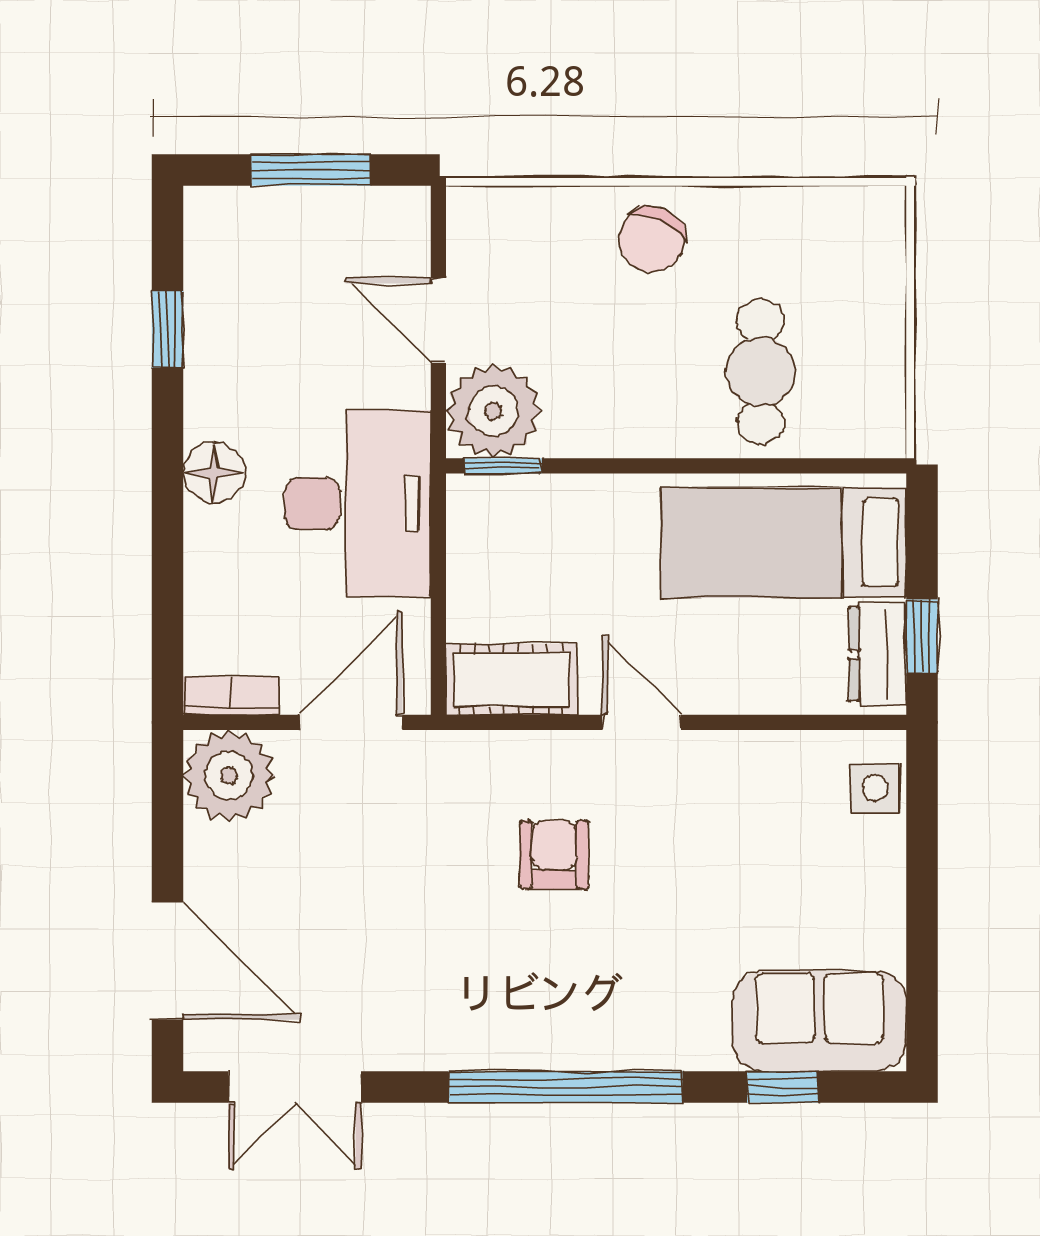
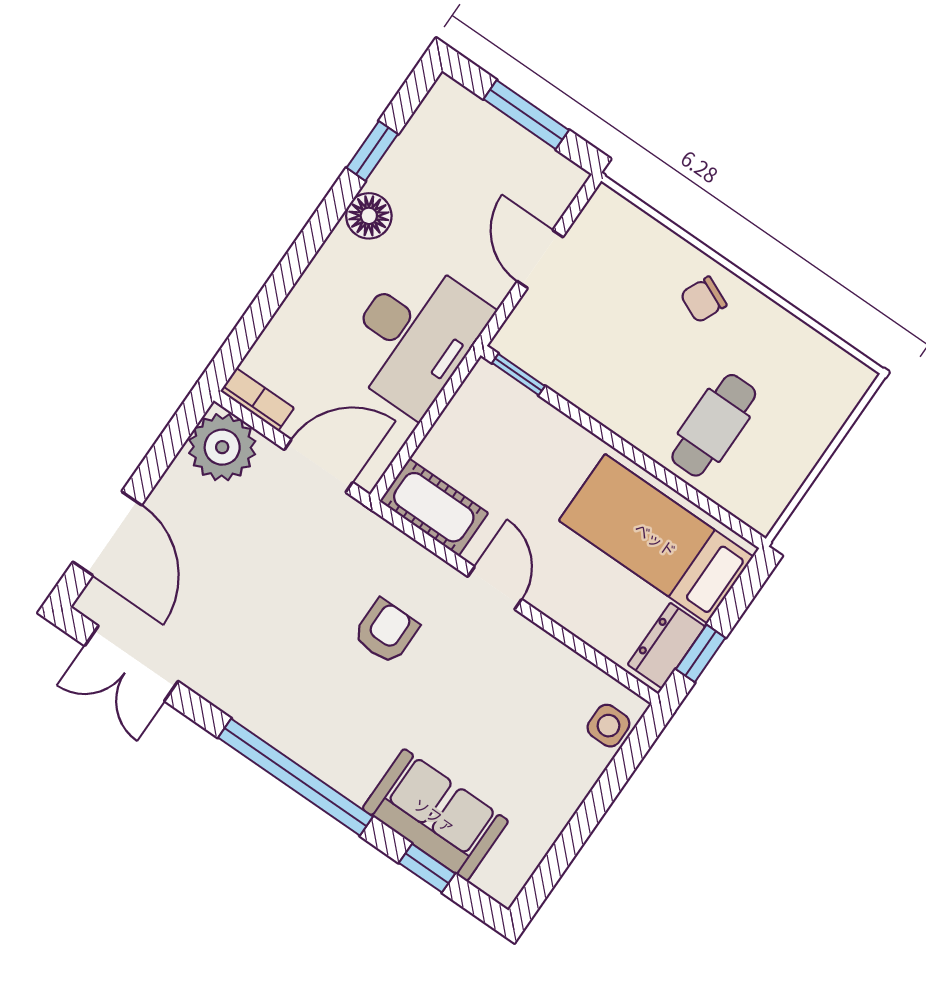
chair: (652, 239) -> (703, 300), width x0.73, depth x0.73
plant: (493, 411) -> (535, 337), removed
floor lamp: (214, 473) -> (369, 216), moved
sofa: (819, 1021) -> (435, 815), moved

